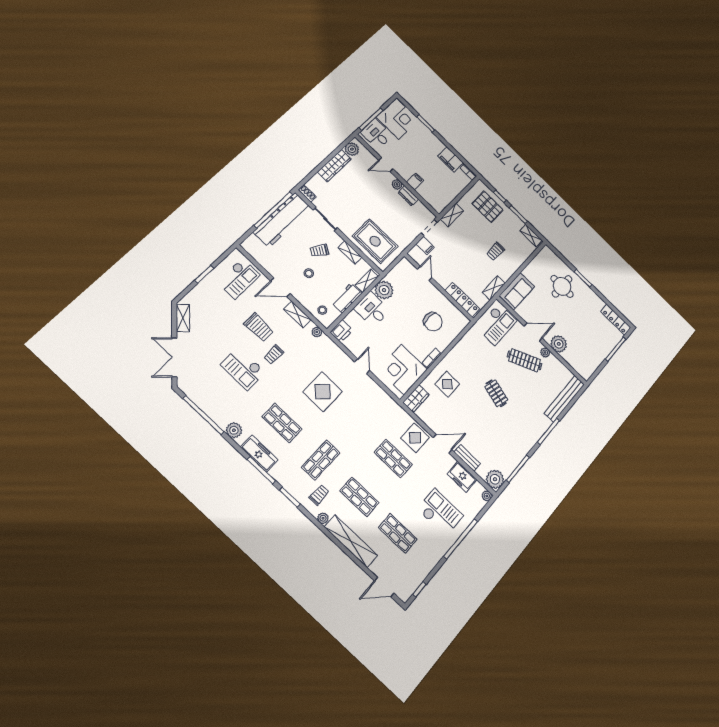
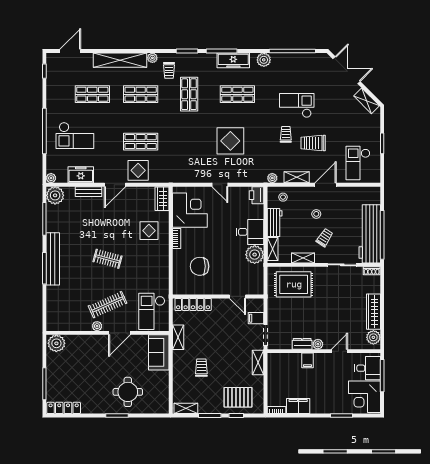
plant: (559, 344) -> (56, 343), moved
bench: (564, 399) -> (53, 259), moved

